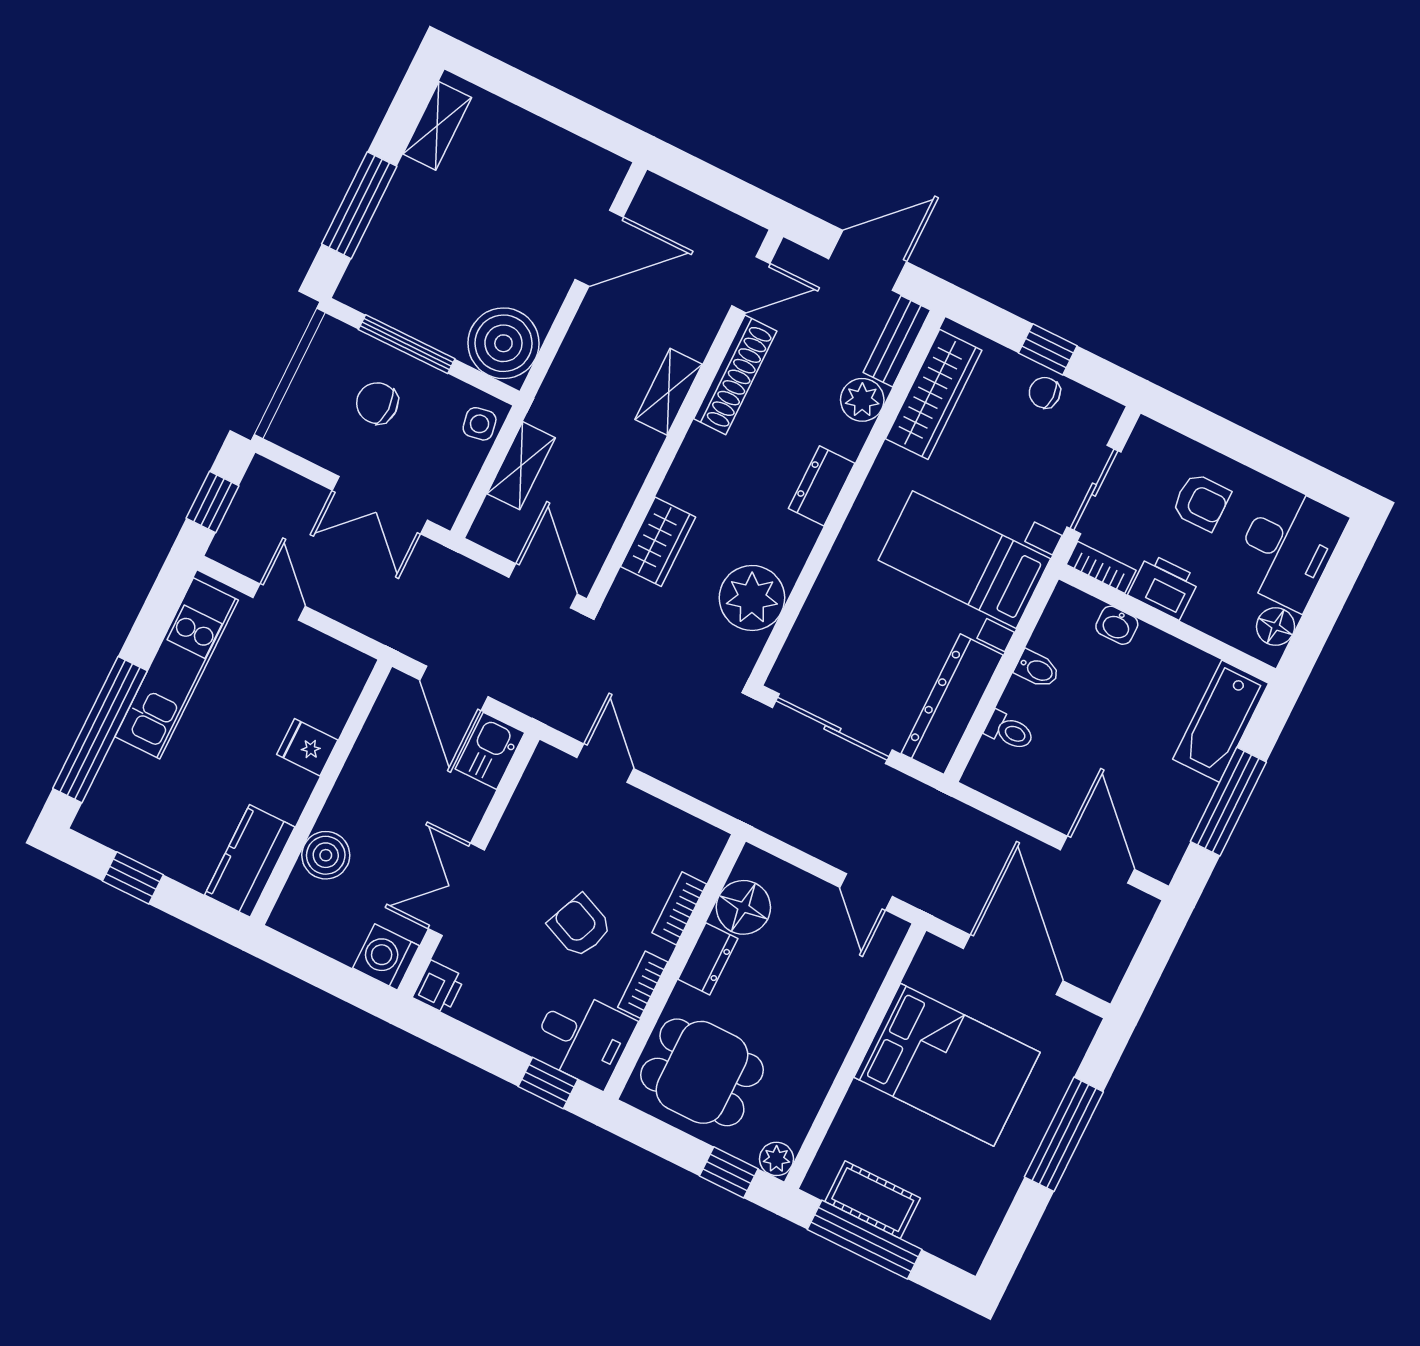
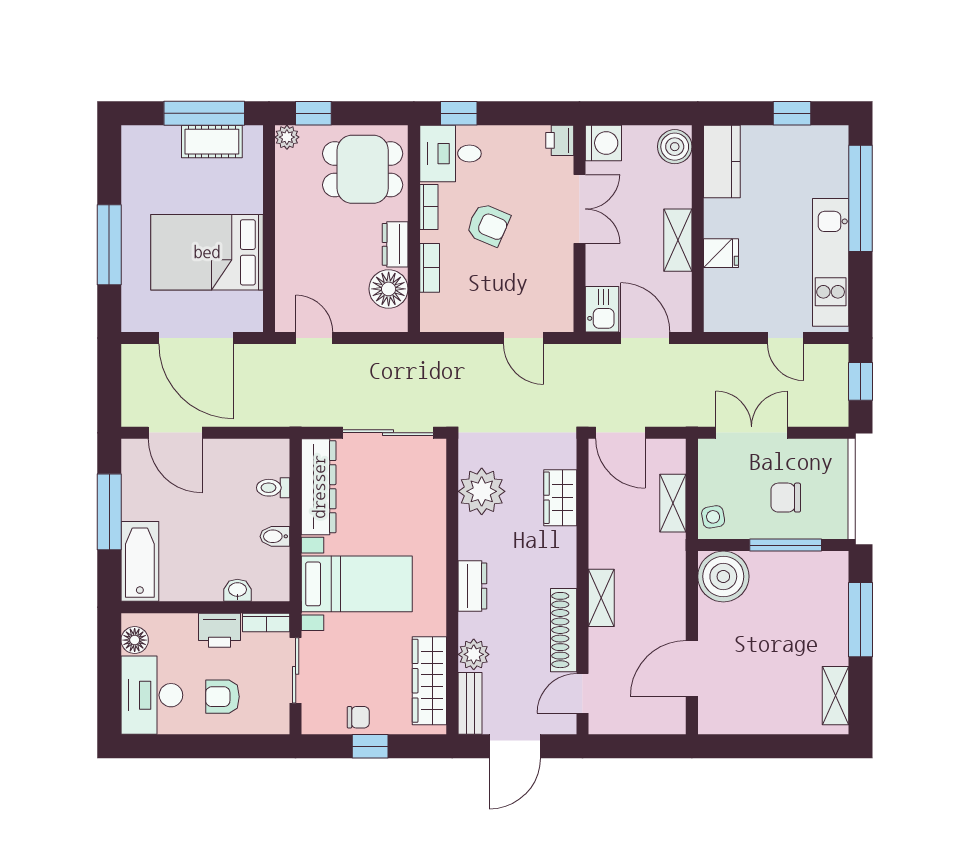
chair: (377, 403) -> (786, 498), turned 180
shelving: (353, 790) -> (678, 240), added
boiler: (326, 855) -> (675, 147), moved

